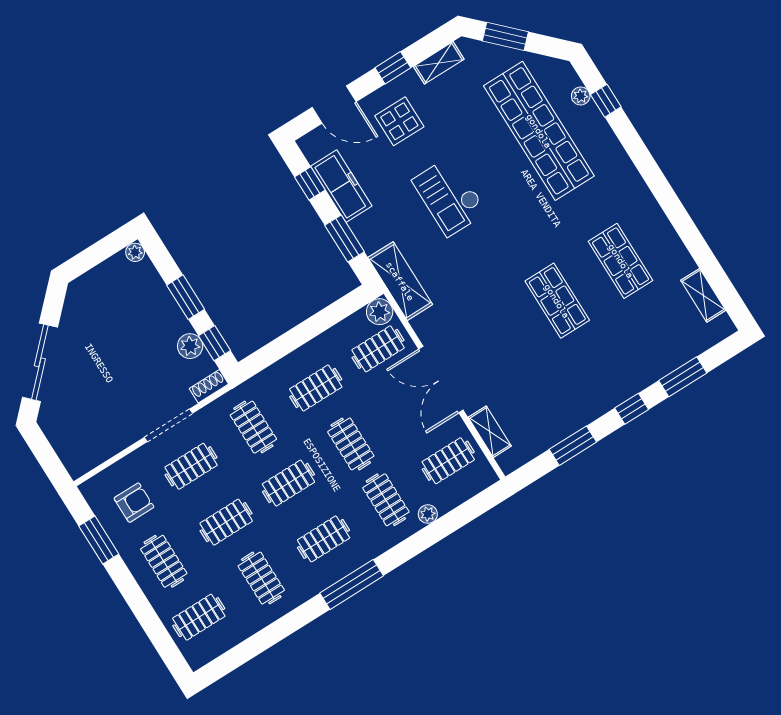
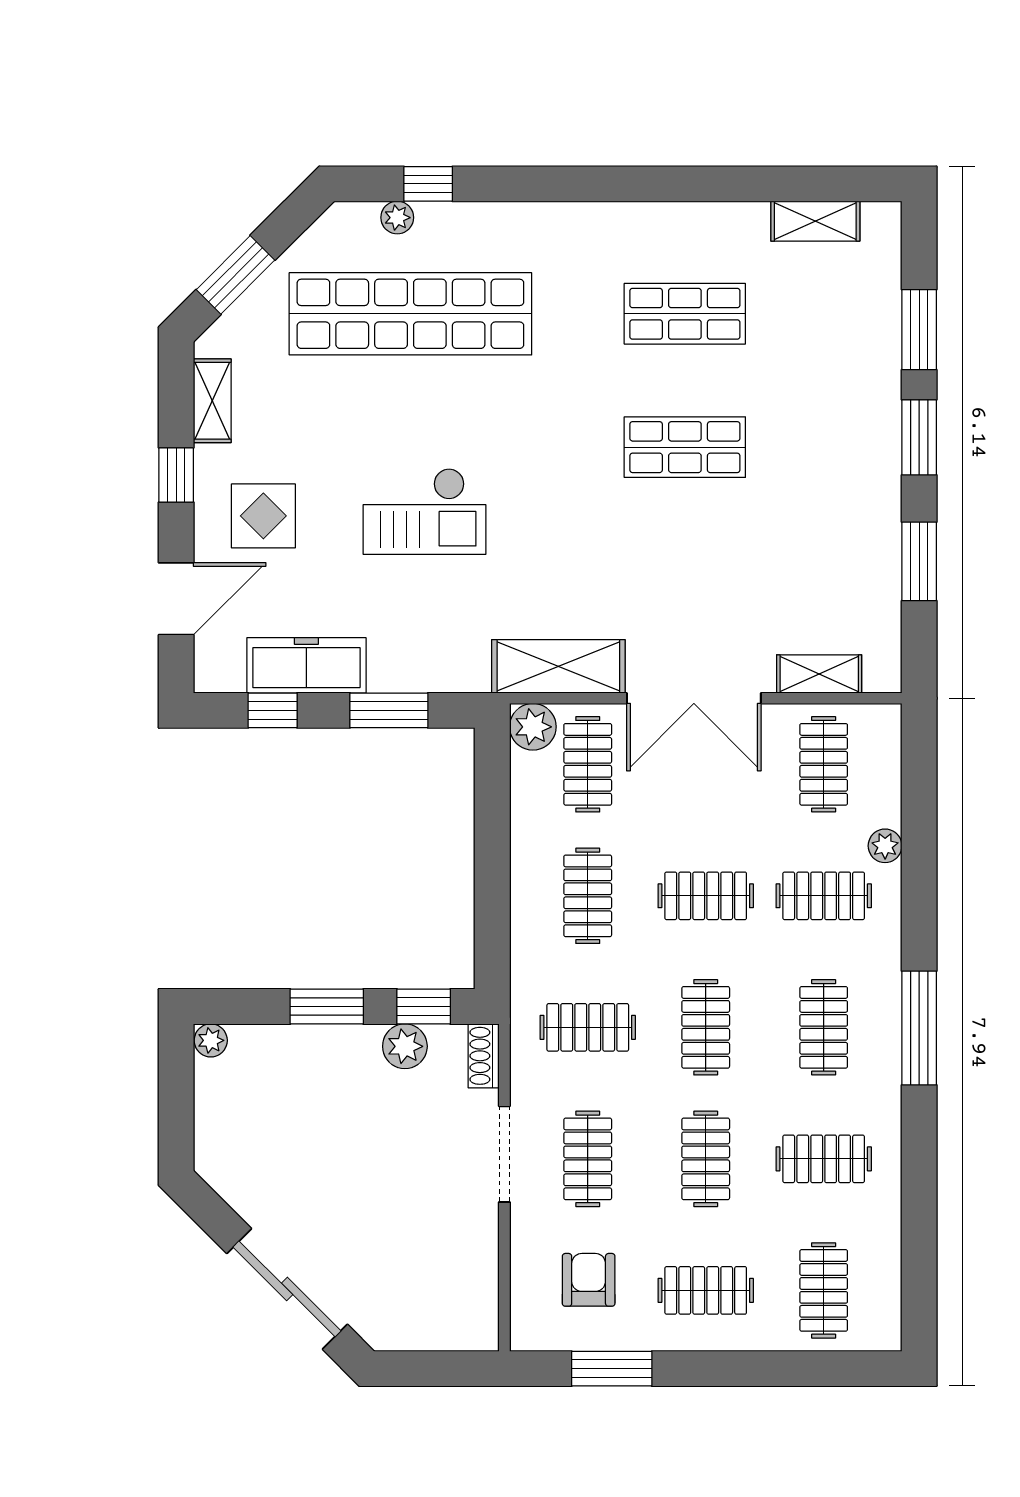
shelving: (400, 281) -> (558, 666), moved
window: (632, 409) -> (919, 437), width x1.50

